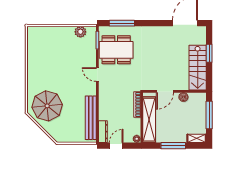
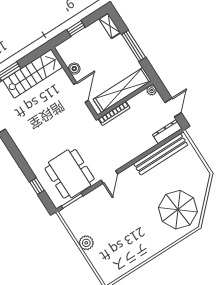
window: (122, 23) -> (37, 186), width x0.46
plant: (80, 32) -> (86, 243), moved
door: (165, 91) -> (81, 92), hinge flipped
window: (209, 115) -> (76, 28), width x0.46
door: (116, 146) -> (173, 108), swing flipped

